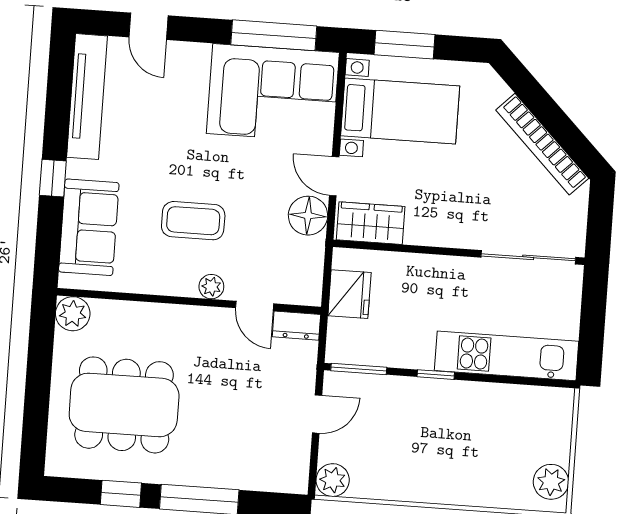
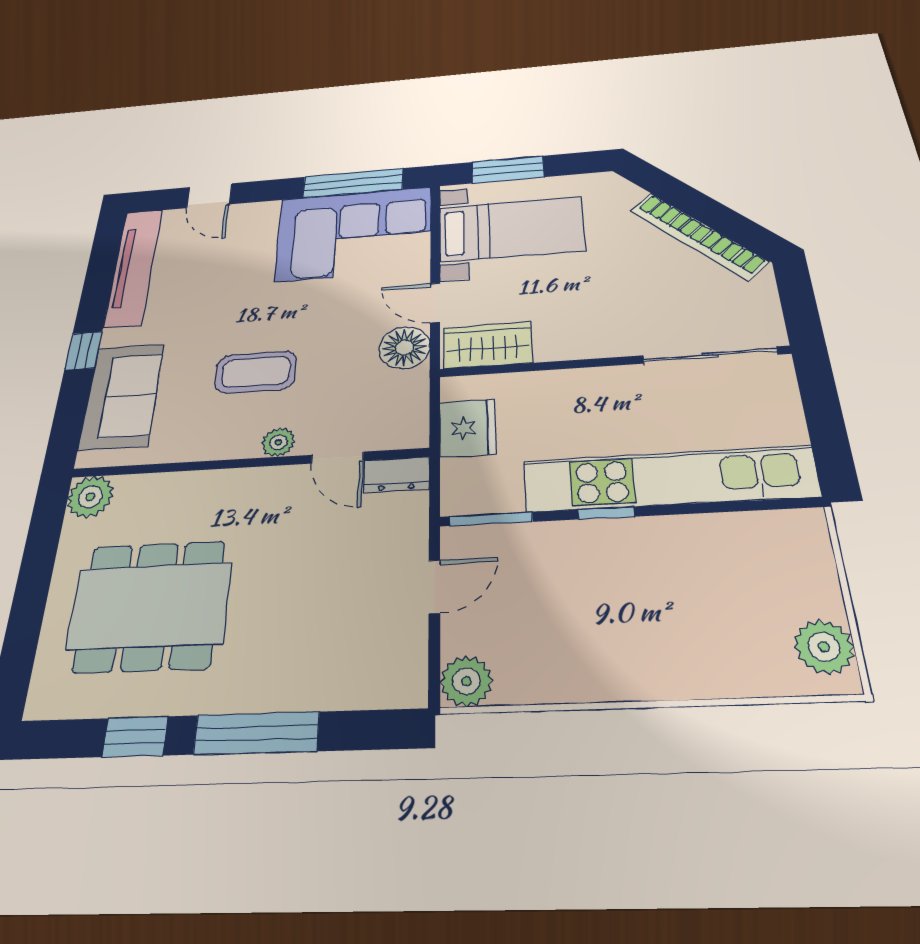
kitchen unit: (507, 356) -> (669, 479), width x1.36

